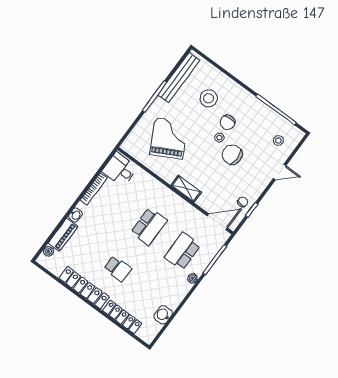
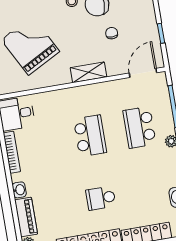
chair: (243, 202) -> (112, 33), moved
school desk: (118, 269) -> (101, 198), turned 180

